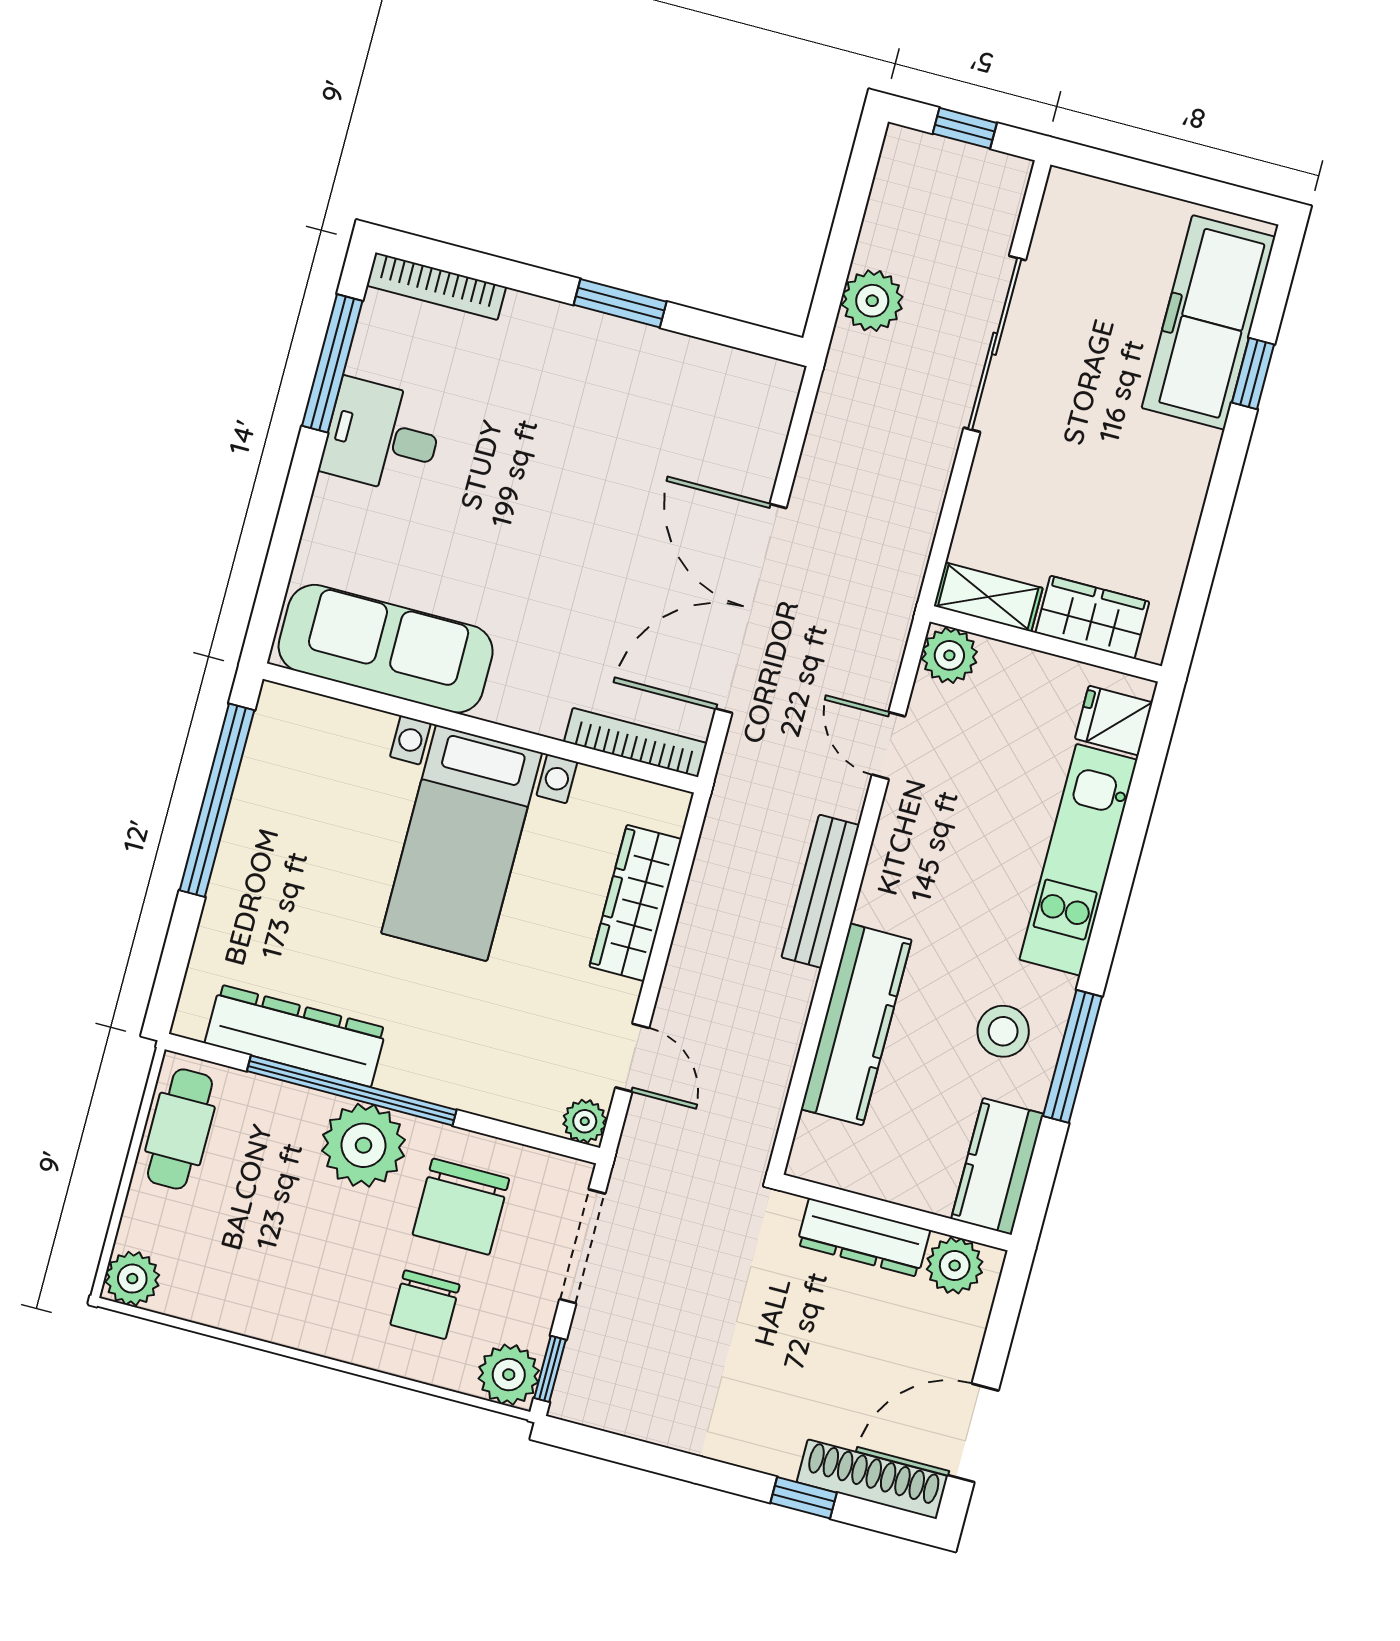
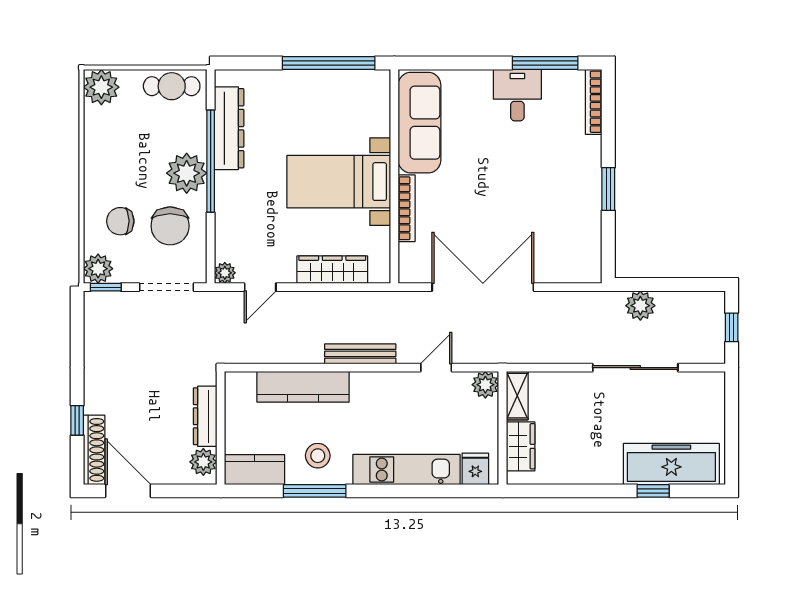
bookcase: (636, 742) -> (407, 208), moved
chair: (461, 1207) -> (170, 226), turned -90
plant: (132, 1279) -> (101, 87), width x1.36, depth x1.36

